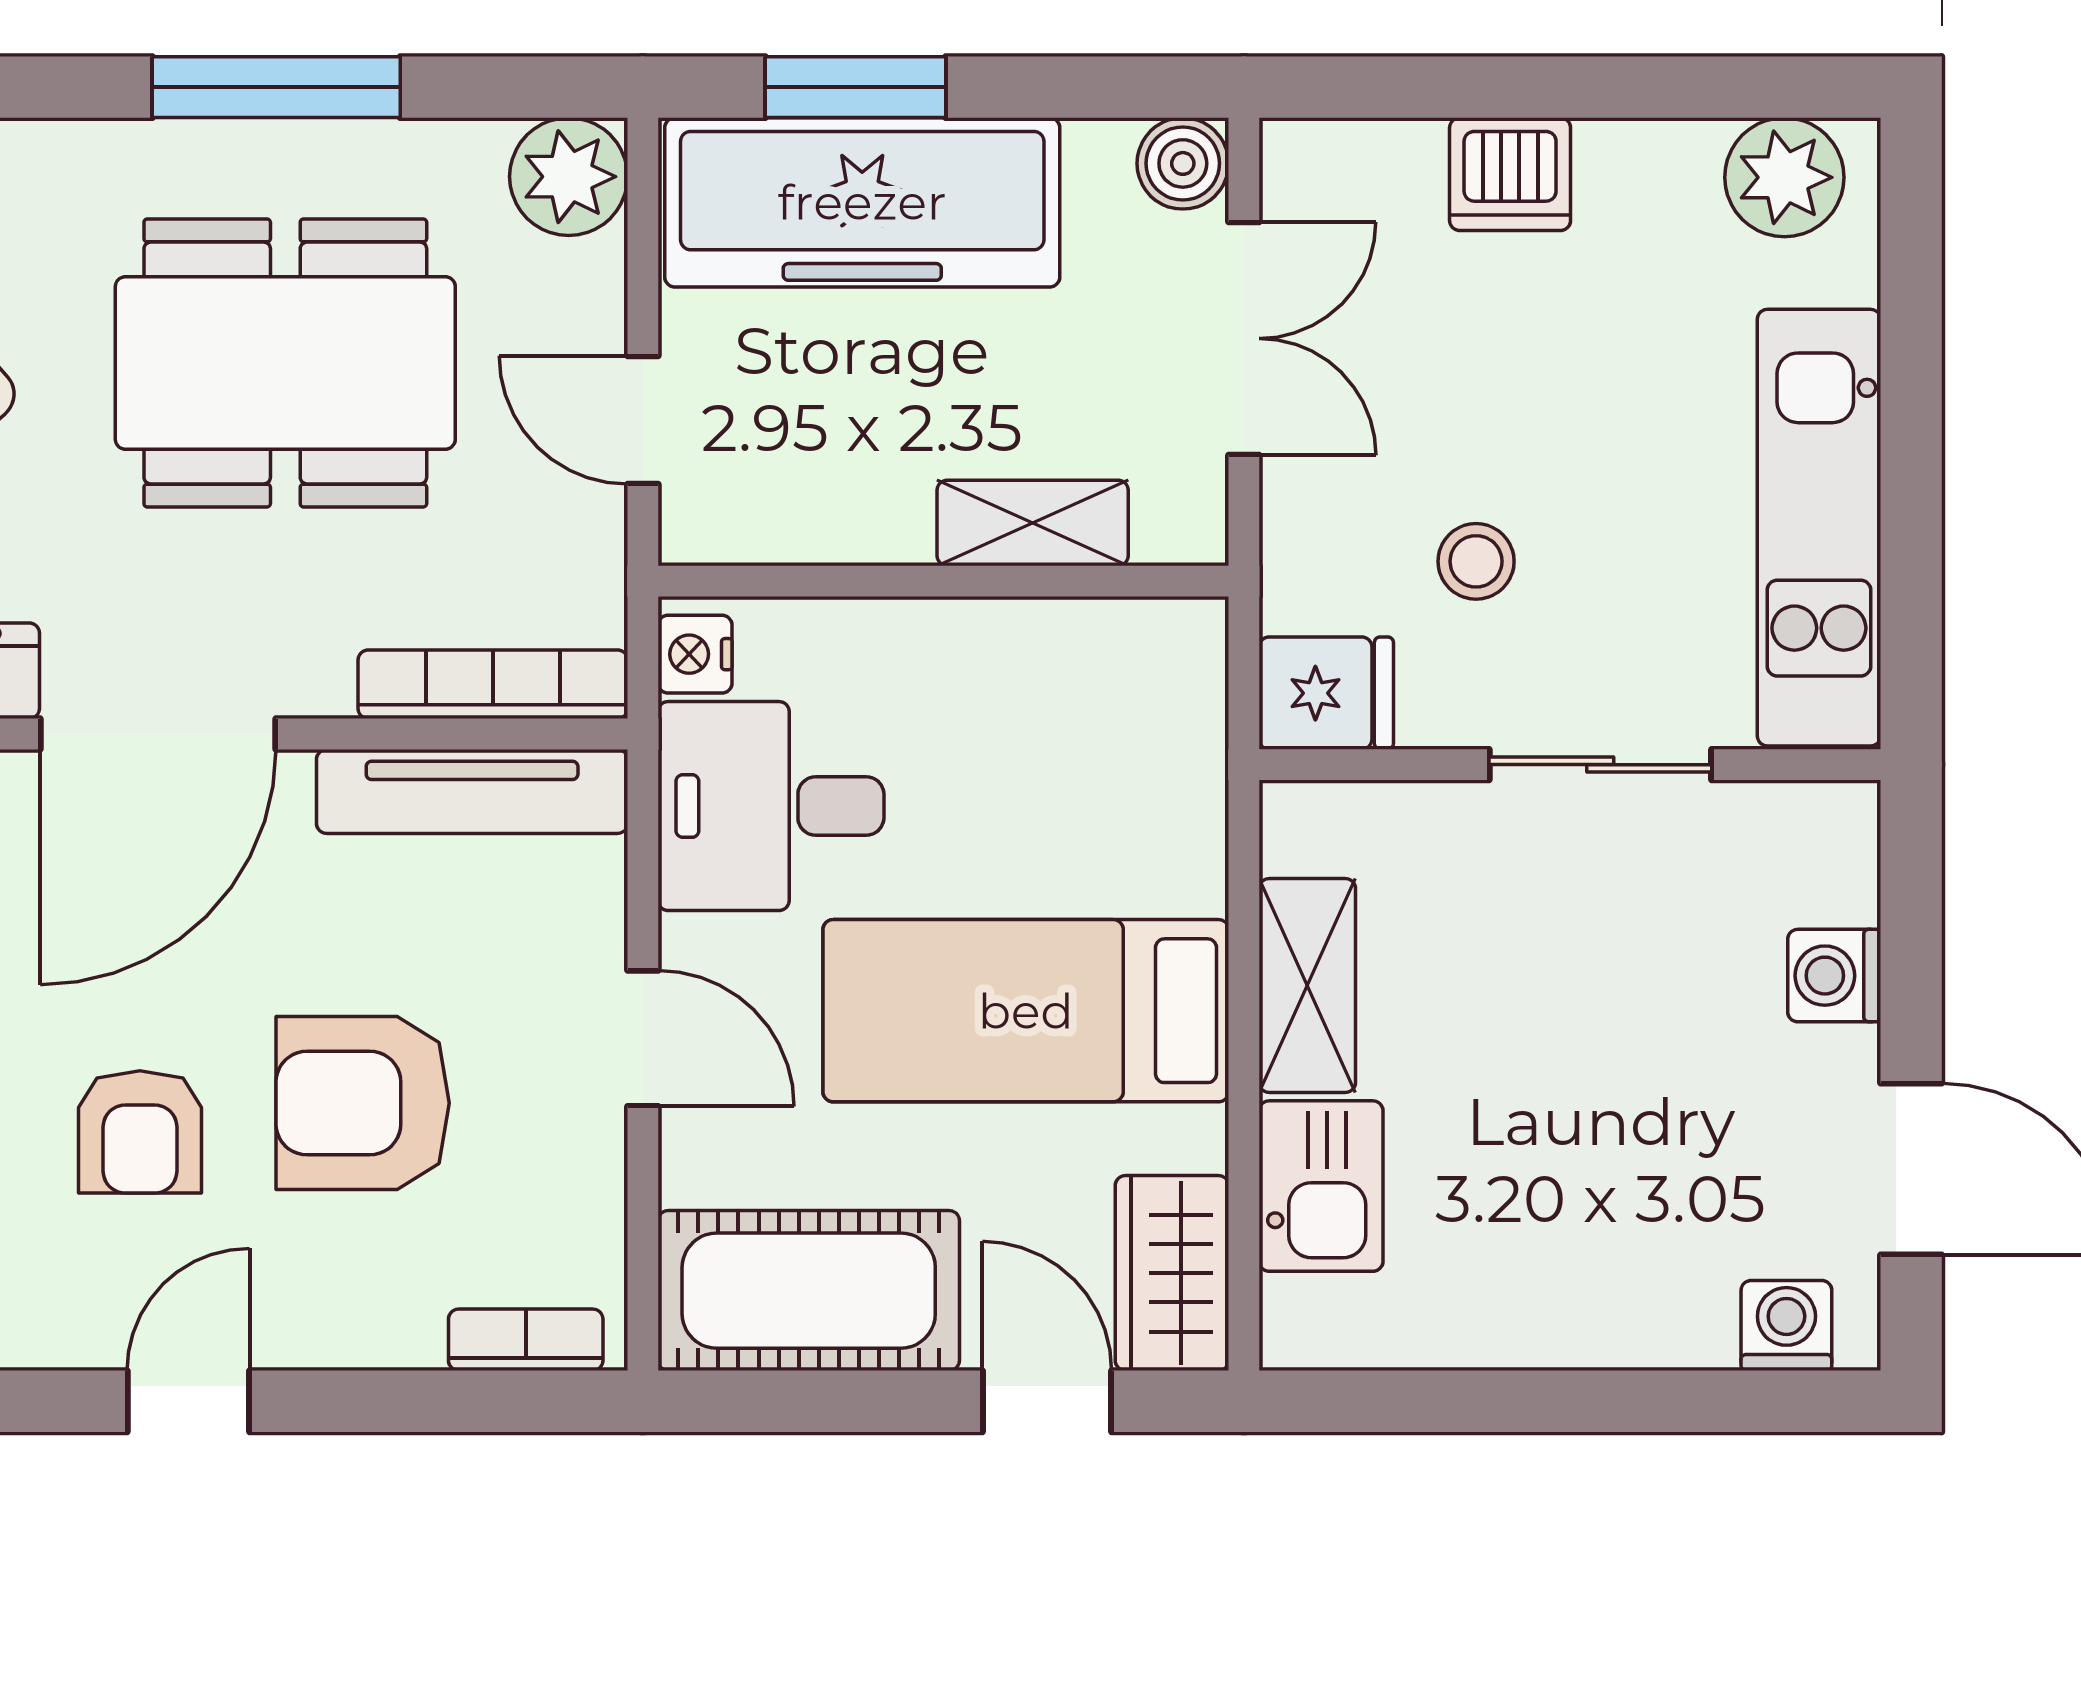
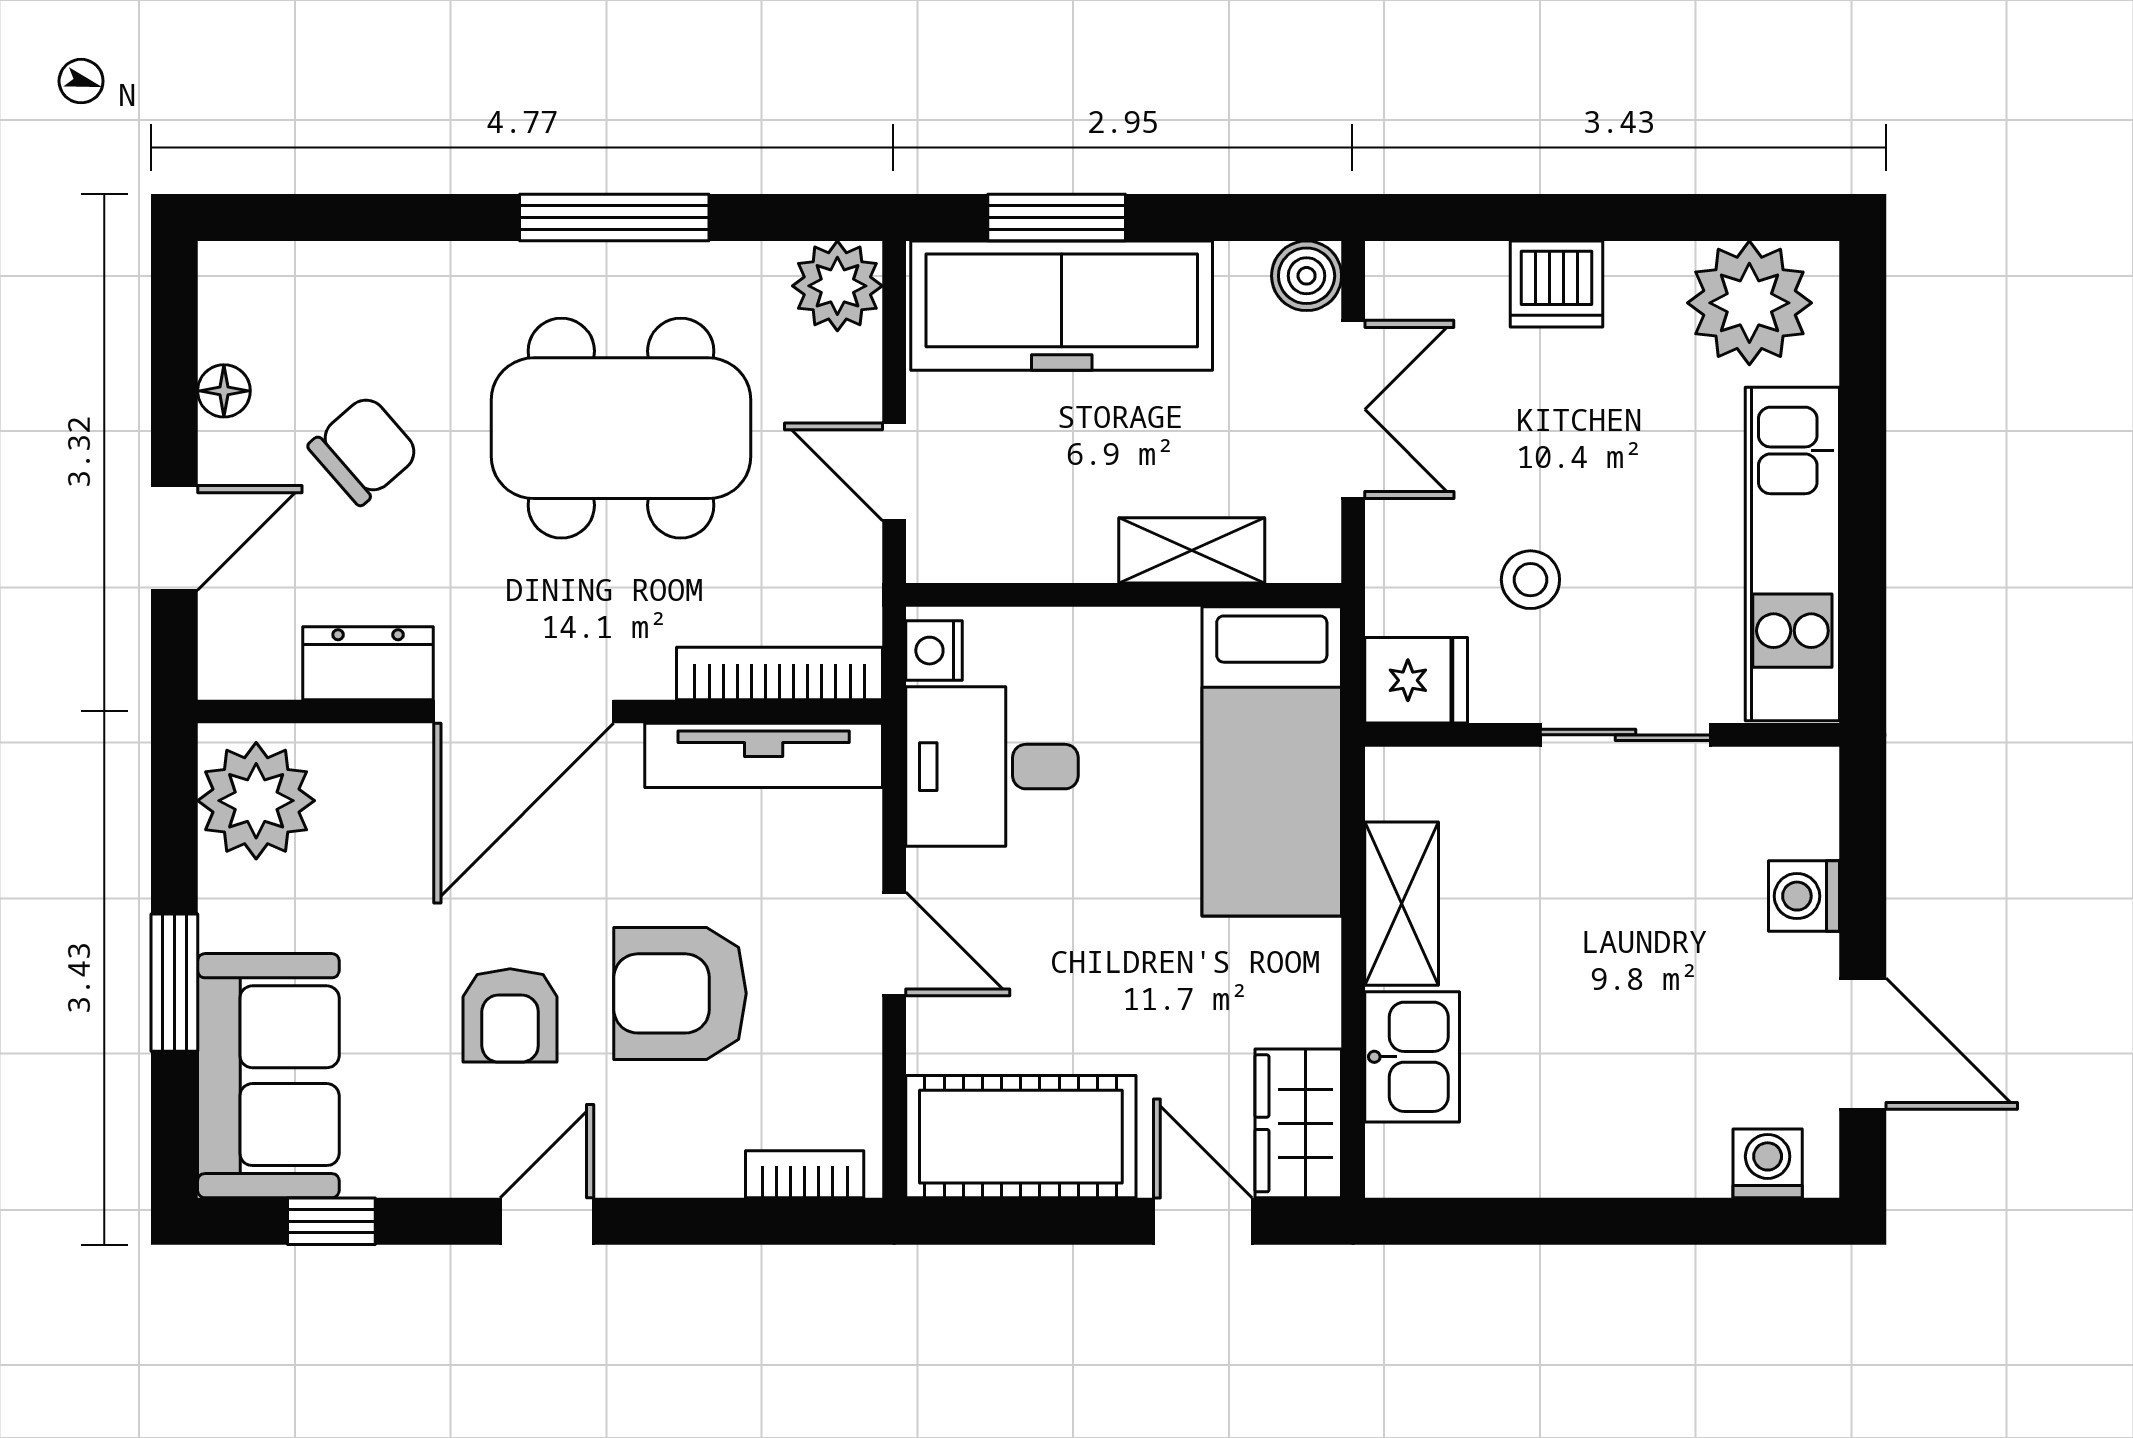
plant: (1784, 177) -> (1749, 303), width x1.36, depth x1.36
bed: (1026, 1011) -> (1272, 761), moved, turned -90

